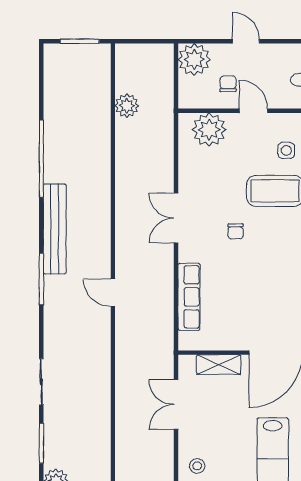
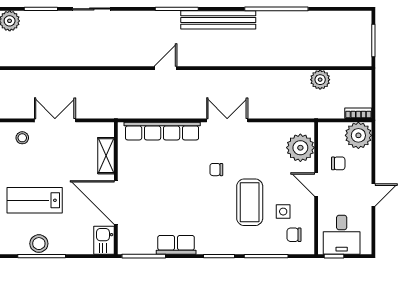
door: (246, 41) -> (373, 195), moved
bookcase: (167, 60) -> (358, 113), added
door: (253, 111) -> (316, 184), swing flipped
row of seats: (189, 297) -> (162, 131), width x1.36
double door: (176, 405) -> (55, 120), moved

